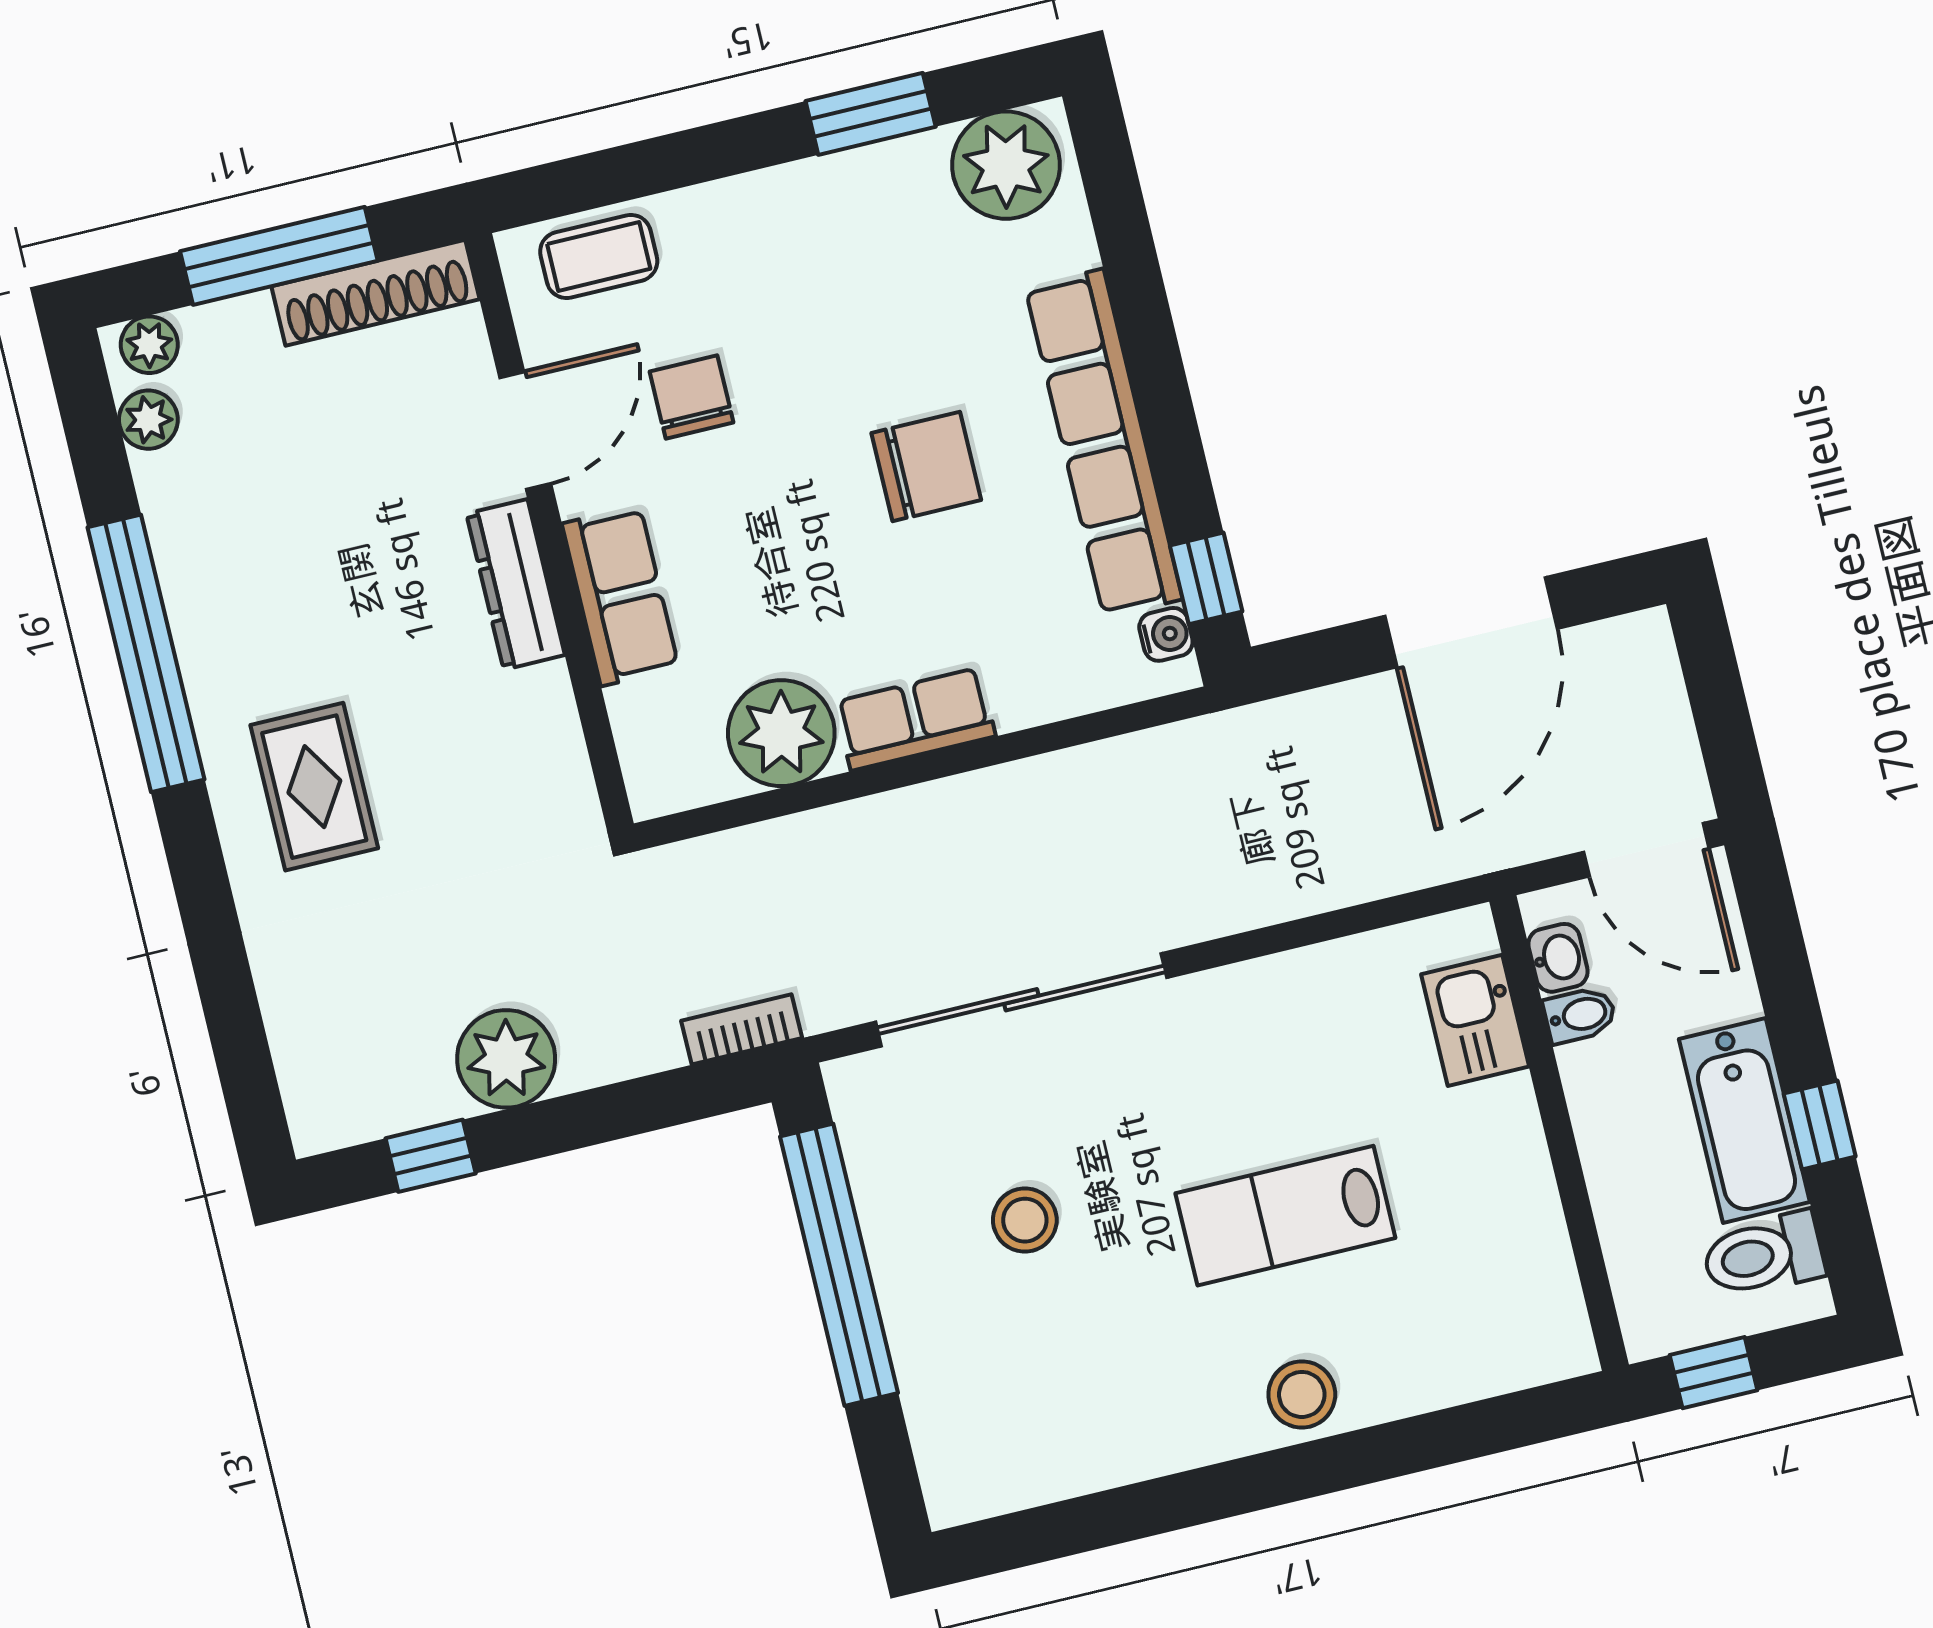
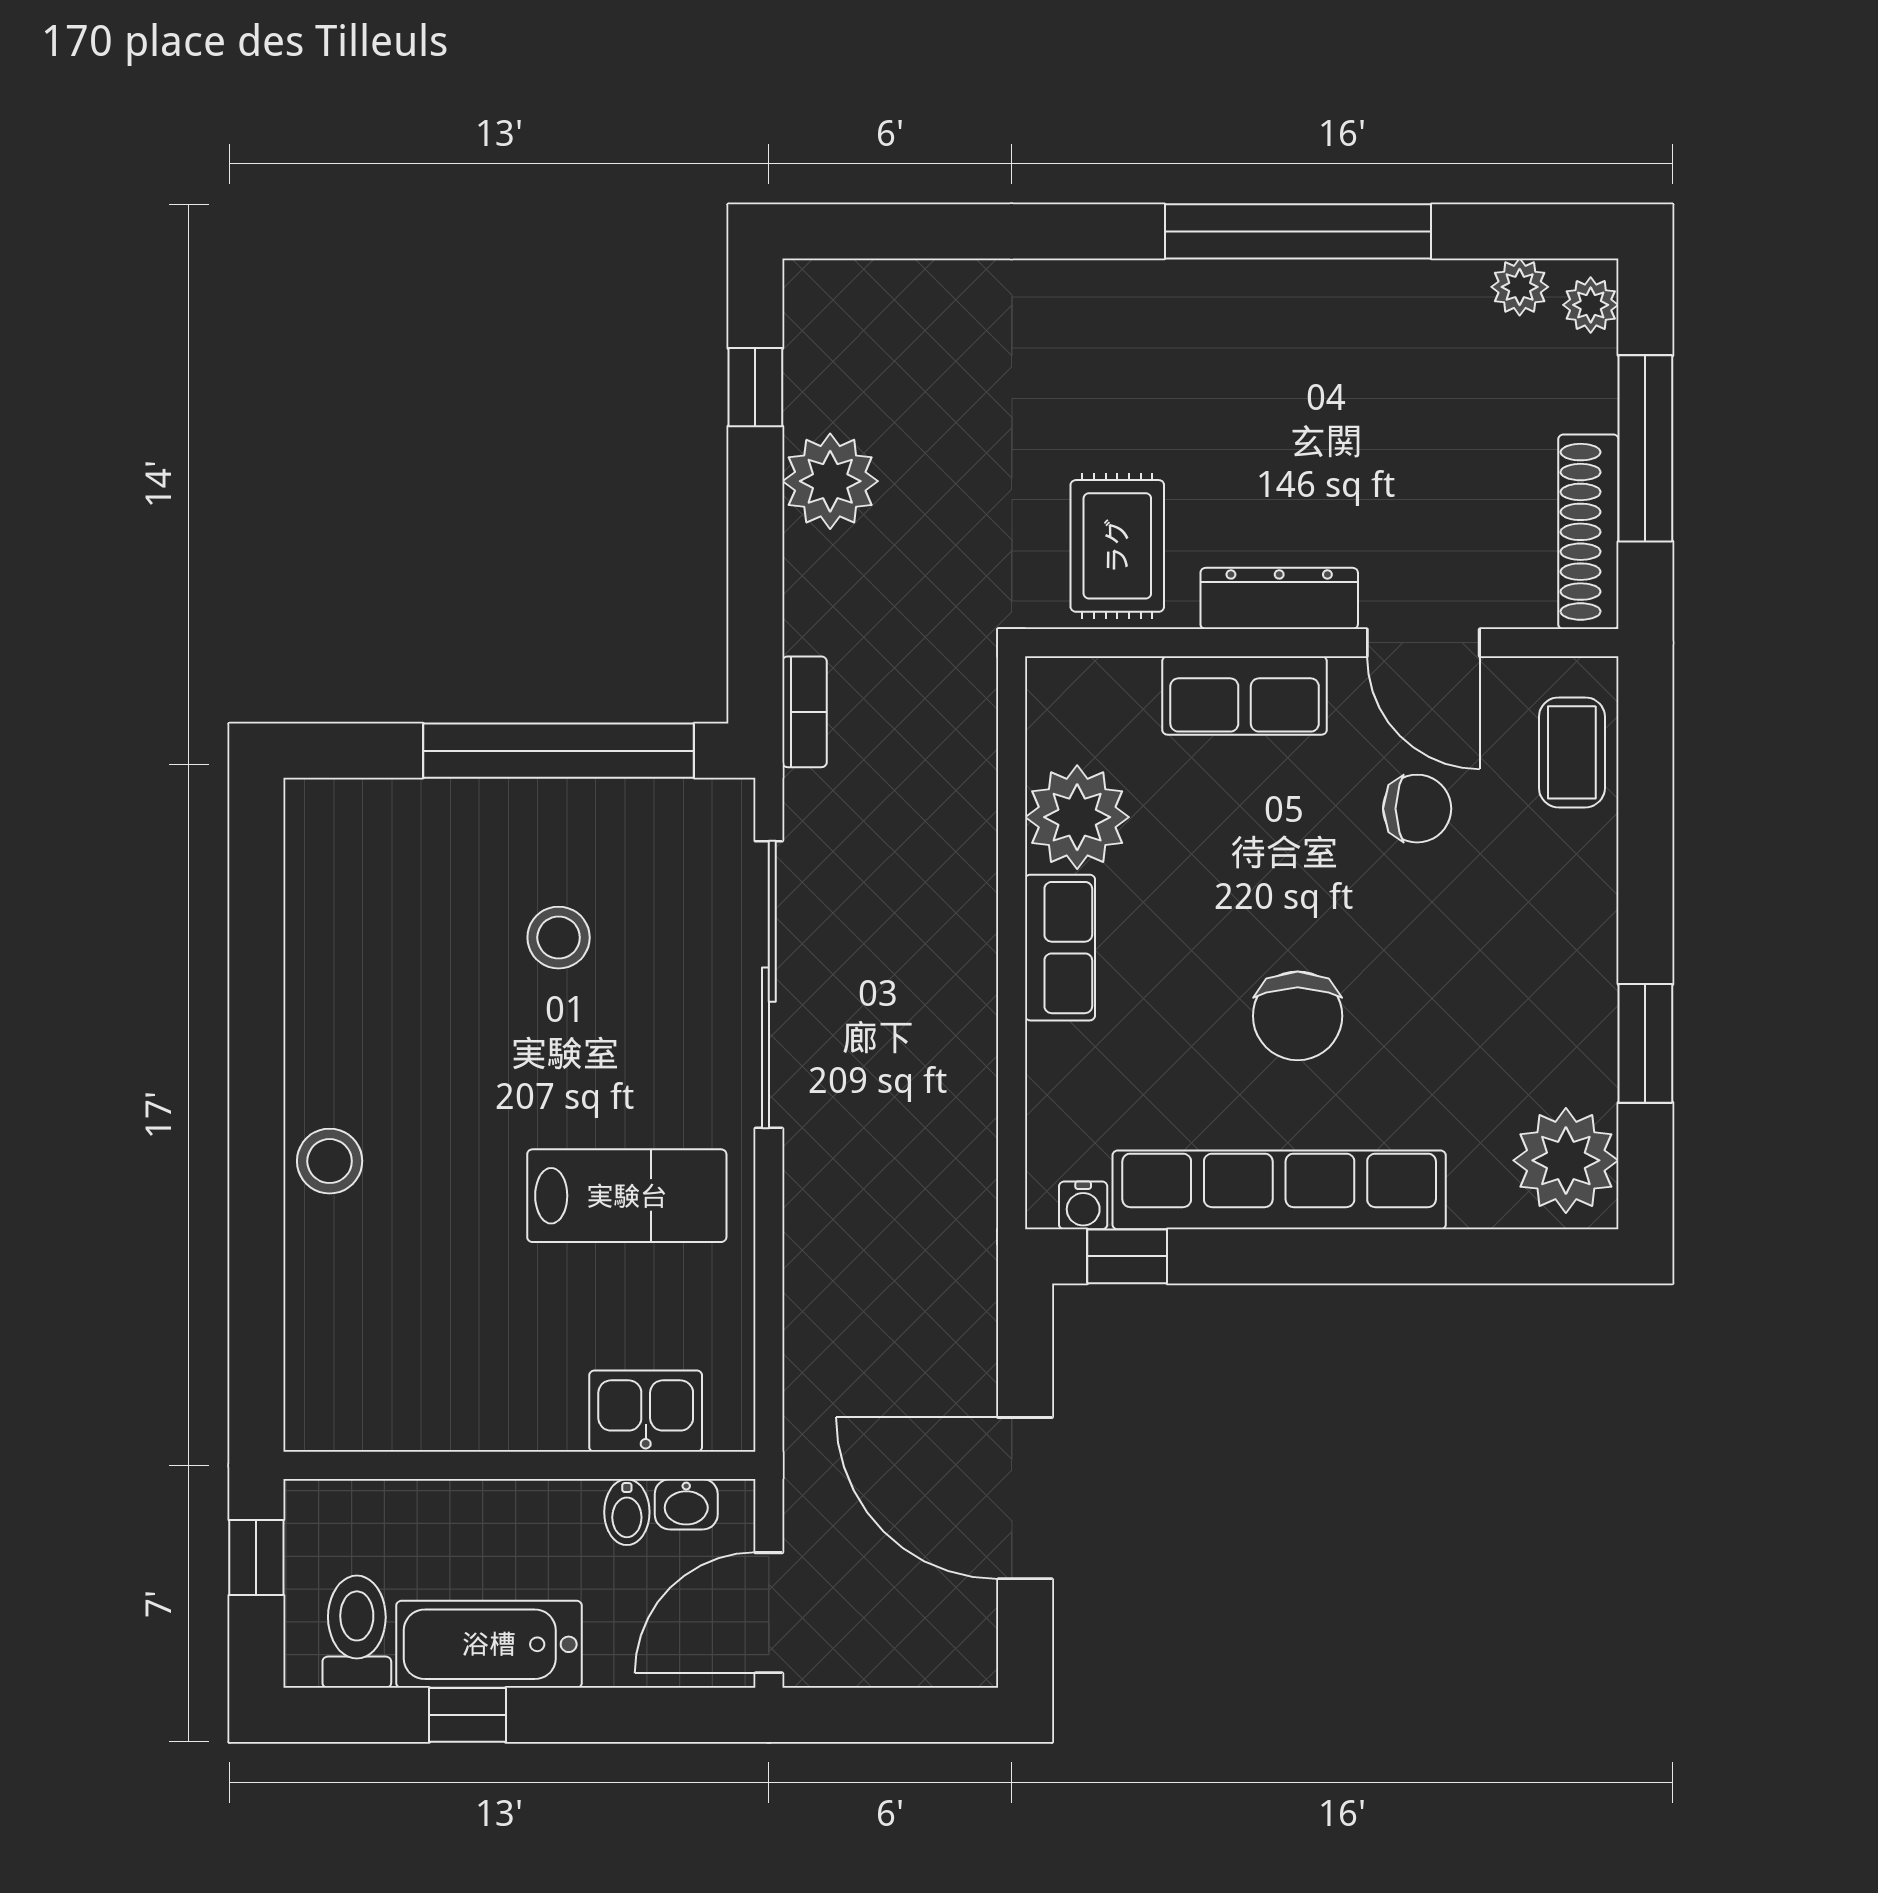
rug: (314, 787) -> (1117, 546), moved, turned 90
lab bench: (1285, 1216) -> (627, 1196), moved, turned 90

